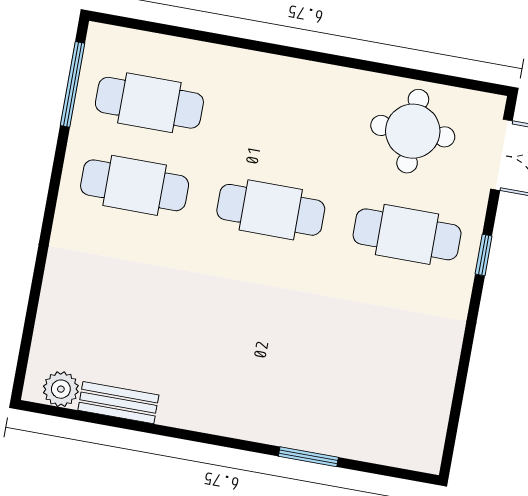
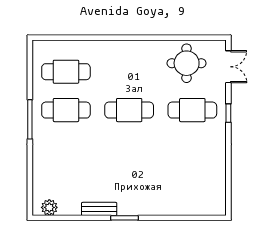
window: (72, 84) -> (30, 119), moved
bench: (118, 403) -> (99, 209), moved
window: (308, 457) -> (124, 218), moved

